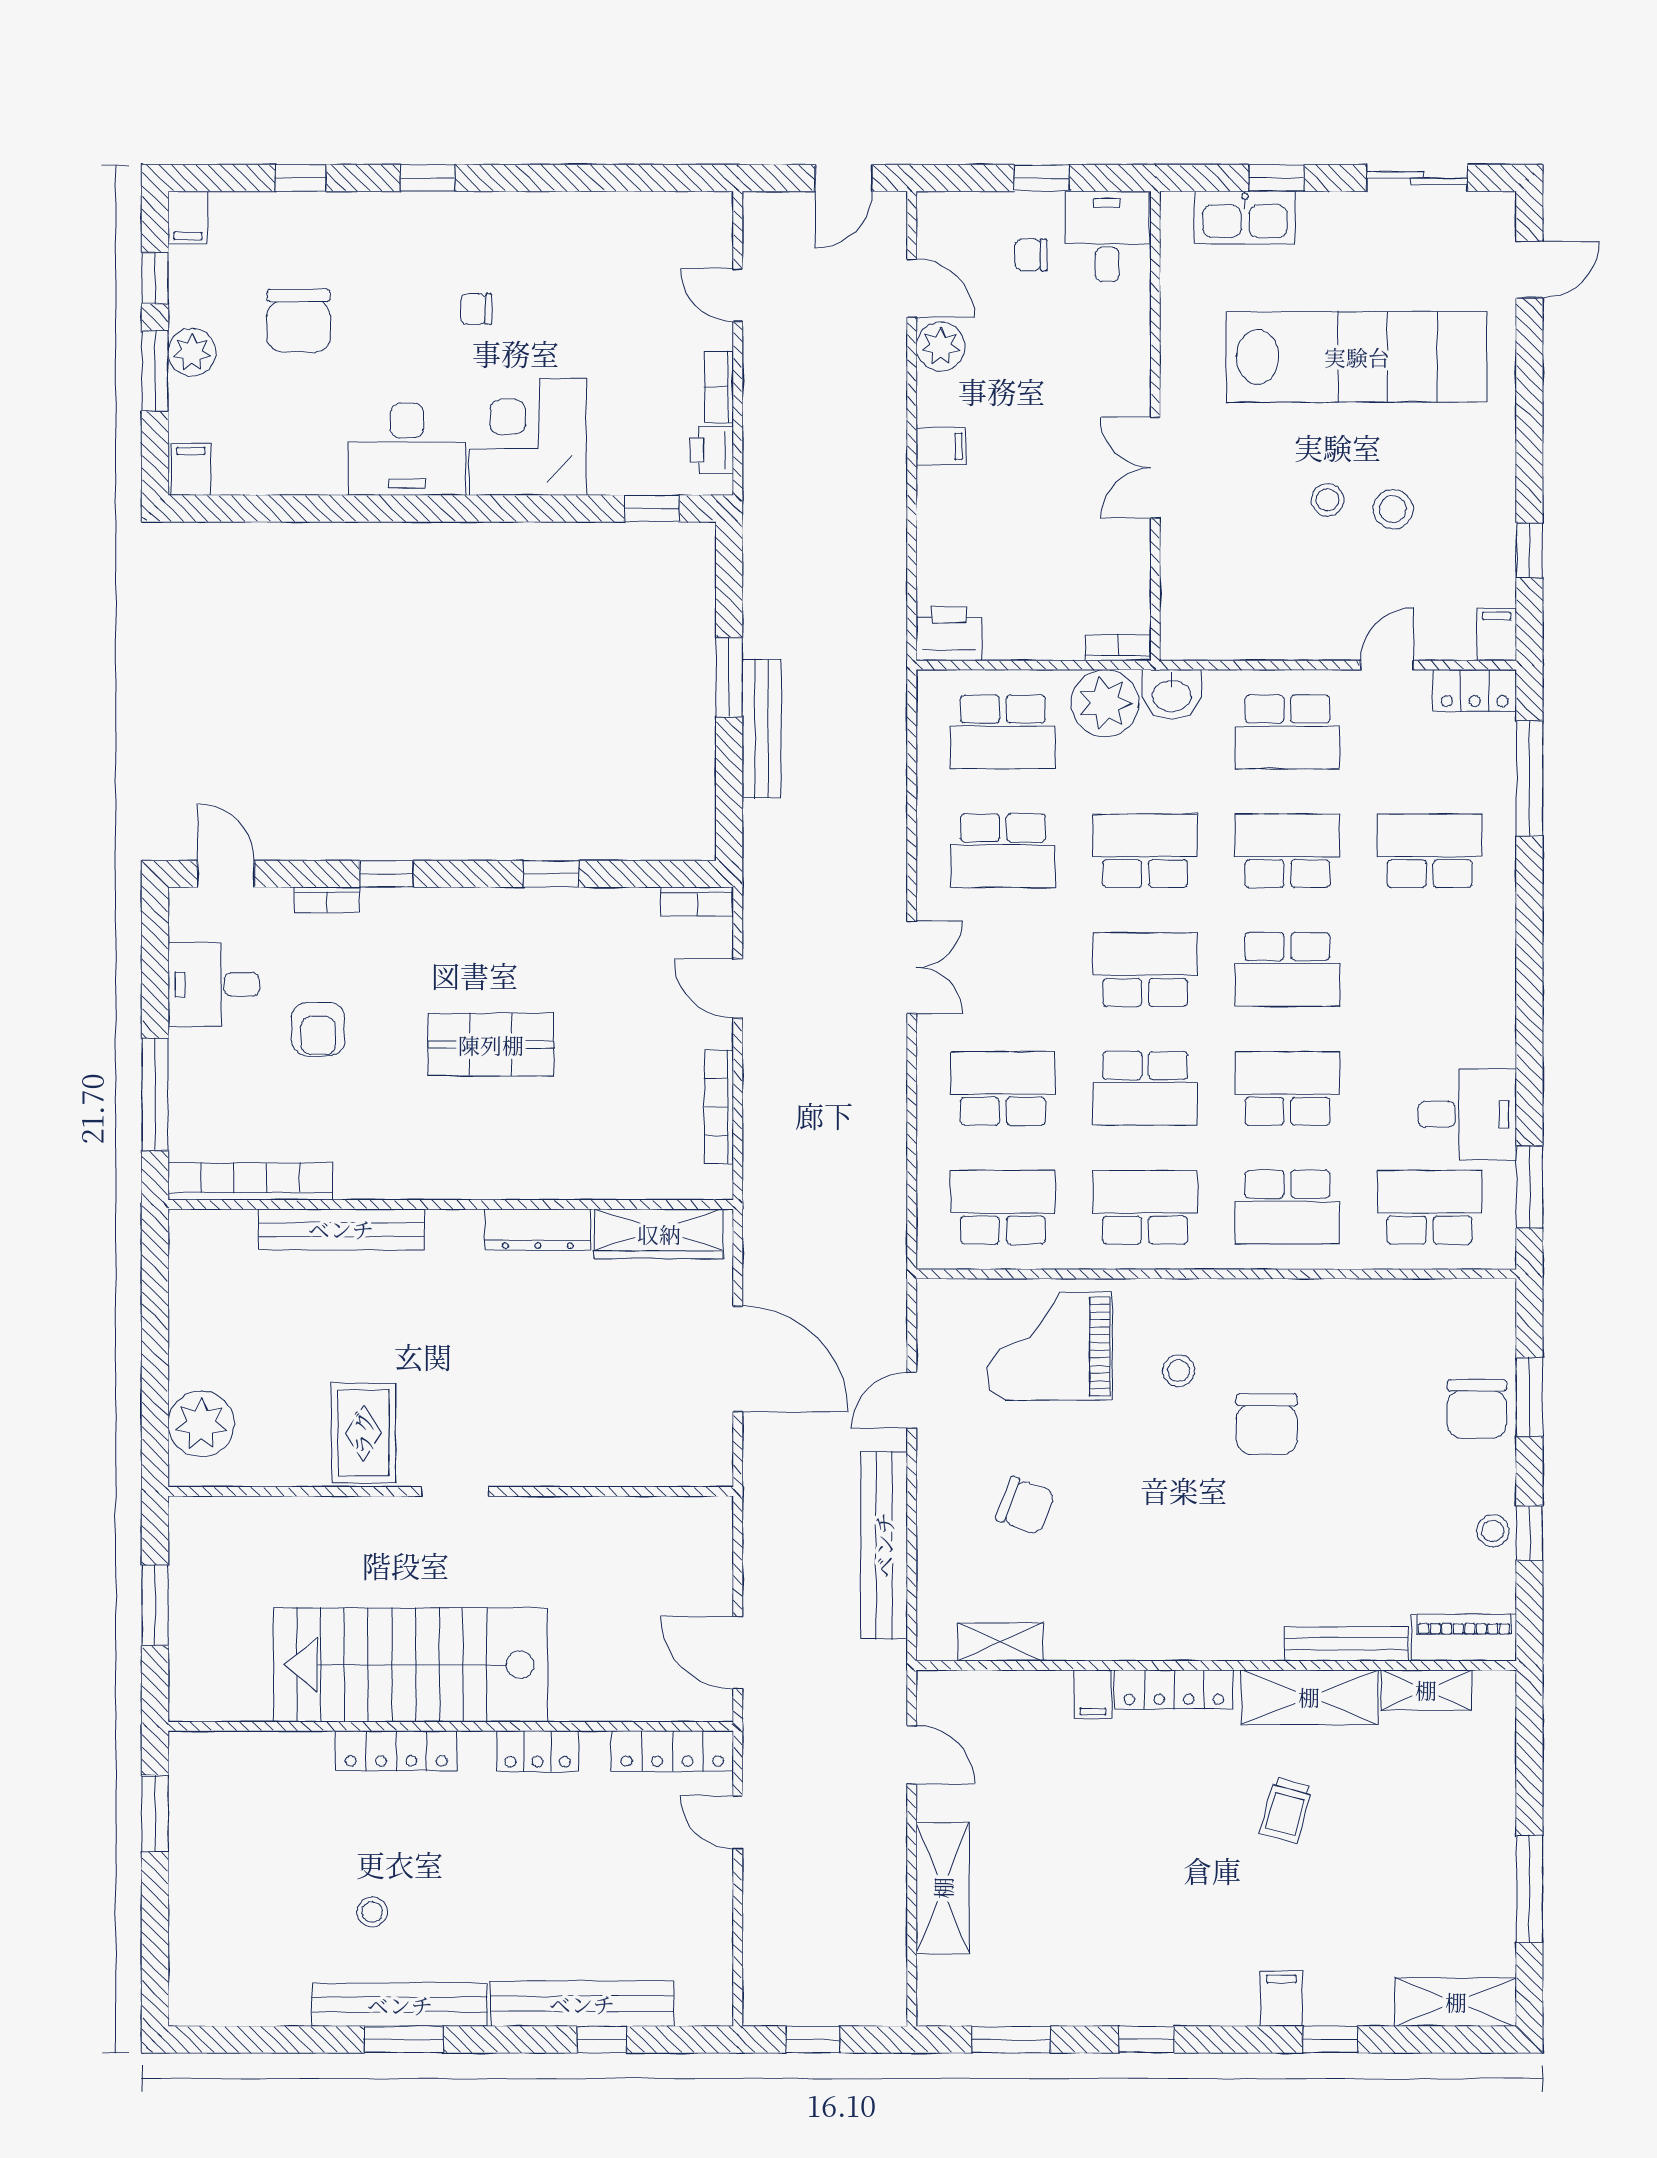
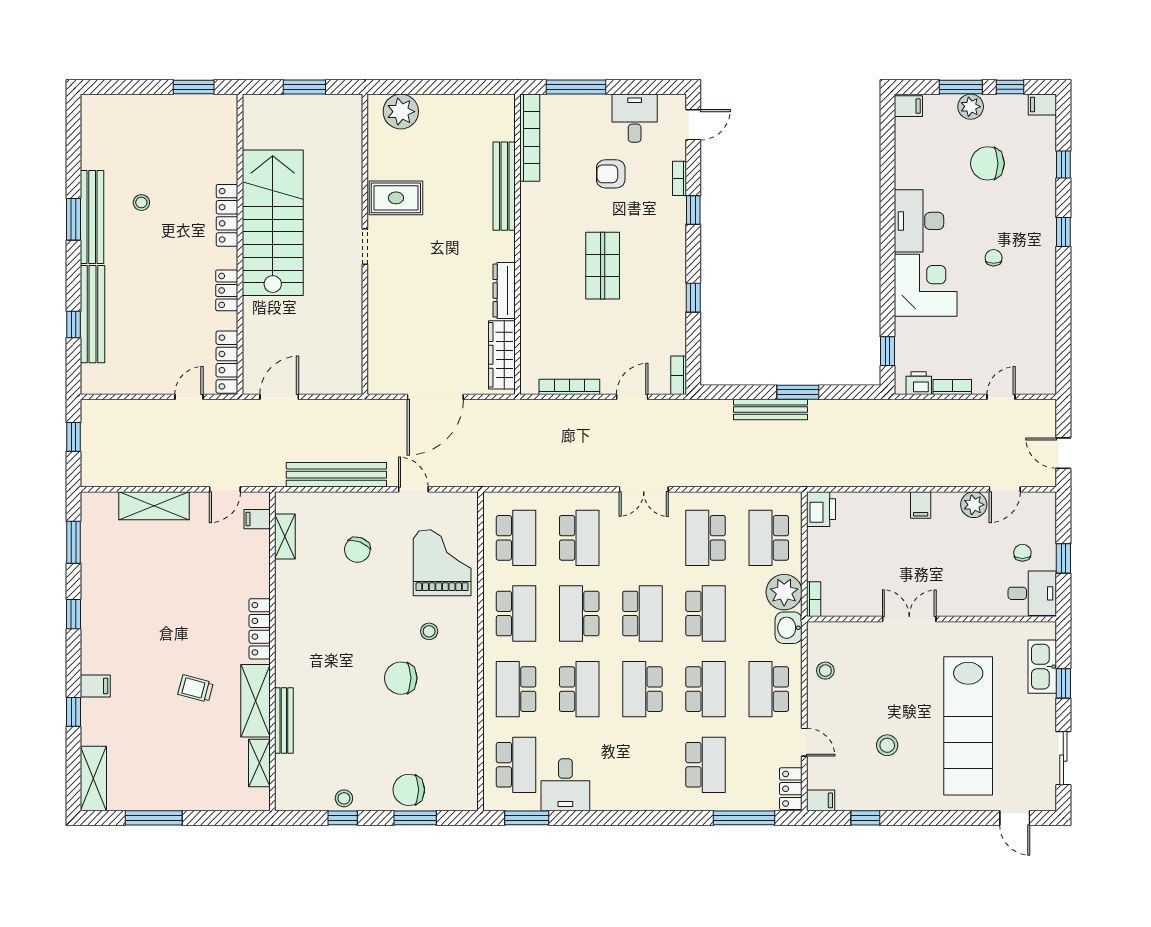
stool: (1327, 500) -> (825, 671), moved
piano: (1464, 1638) -> (287, 783), removed
filing cabinet: (1093, 1694) -> (257, 519), moved

